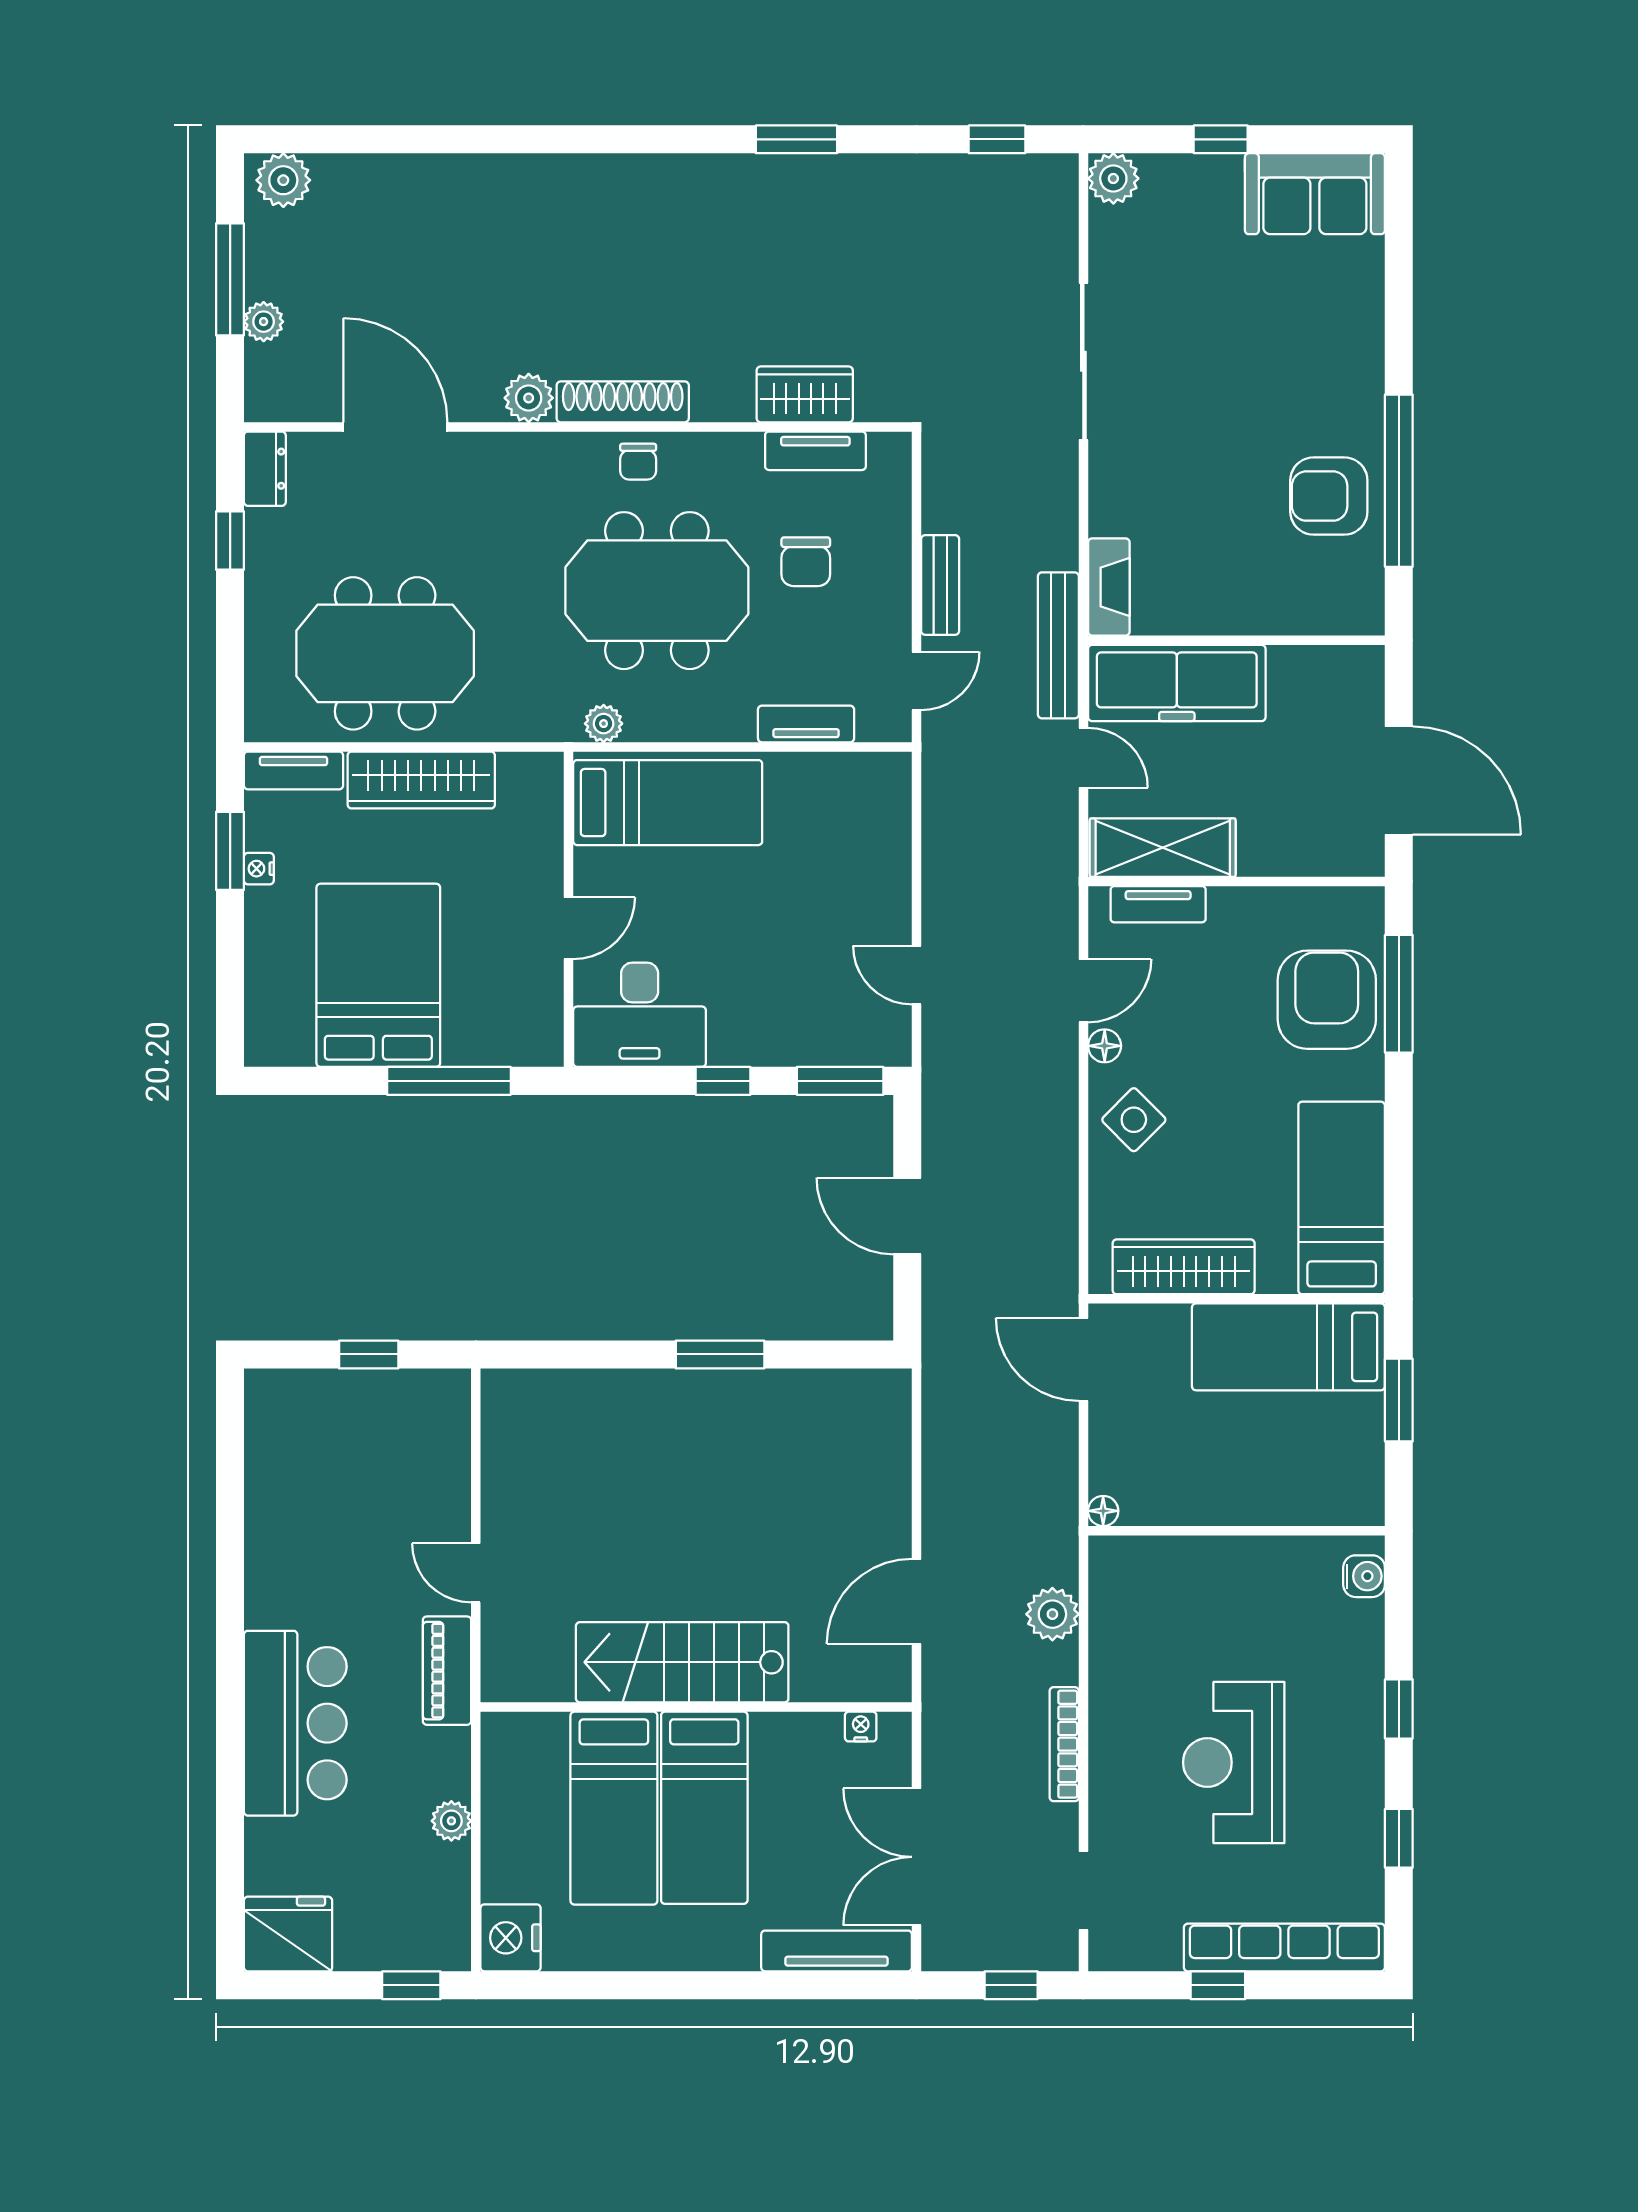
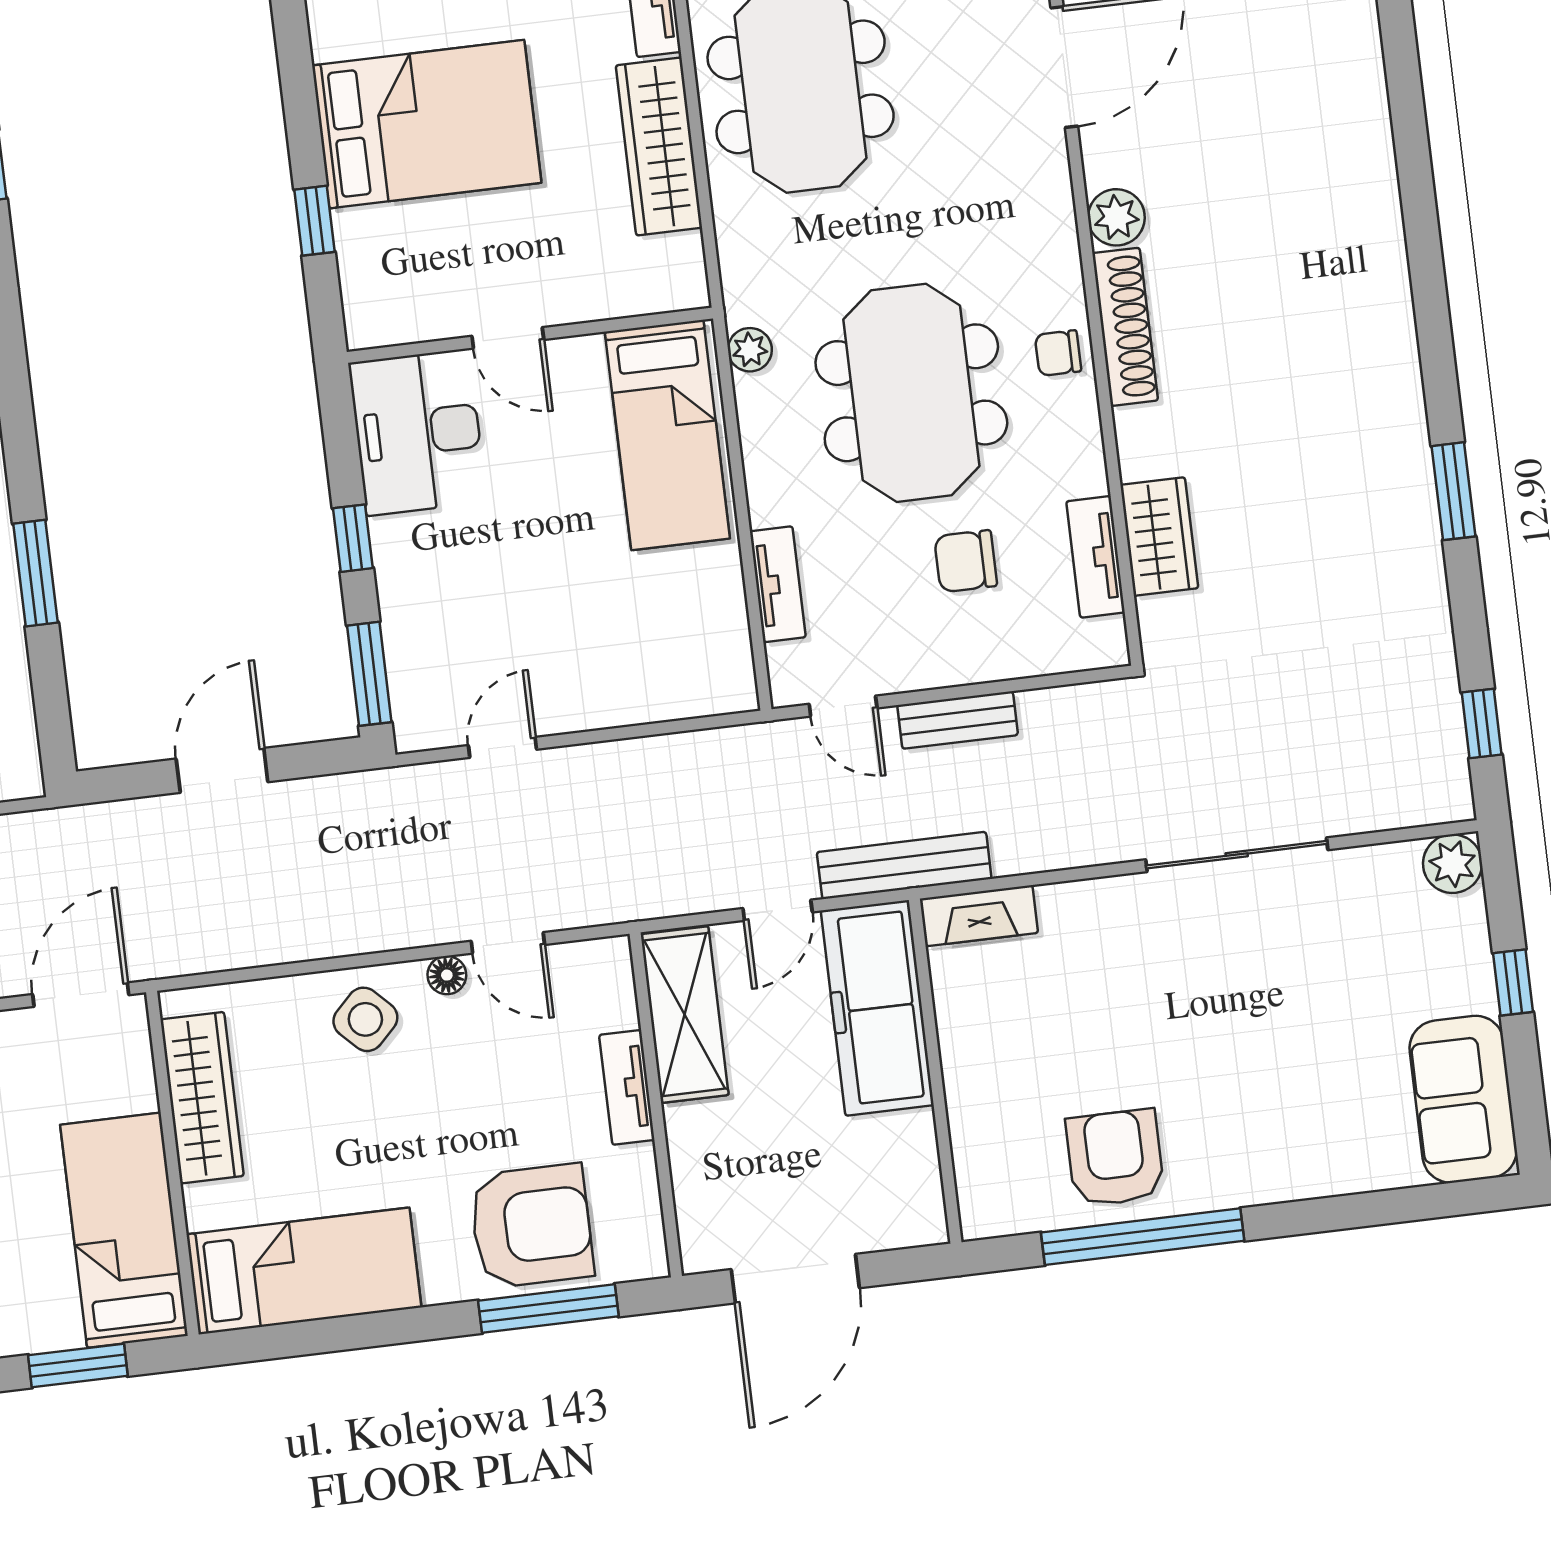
tv unit: (1158, 904) -> (627, 1087), moved
window: (449, 1081) -> (314, 221), width x0.46

